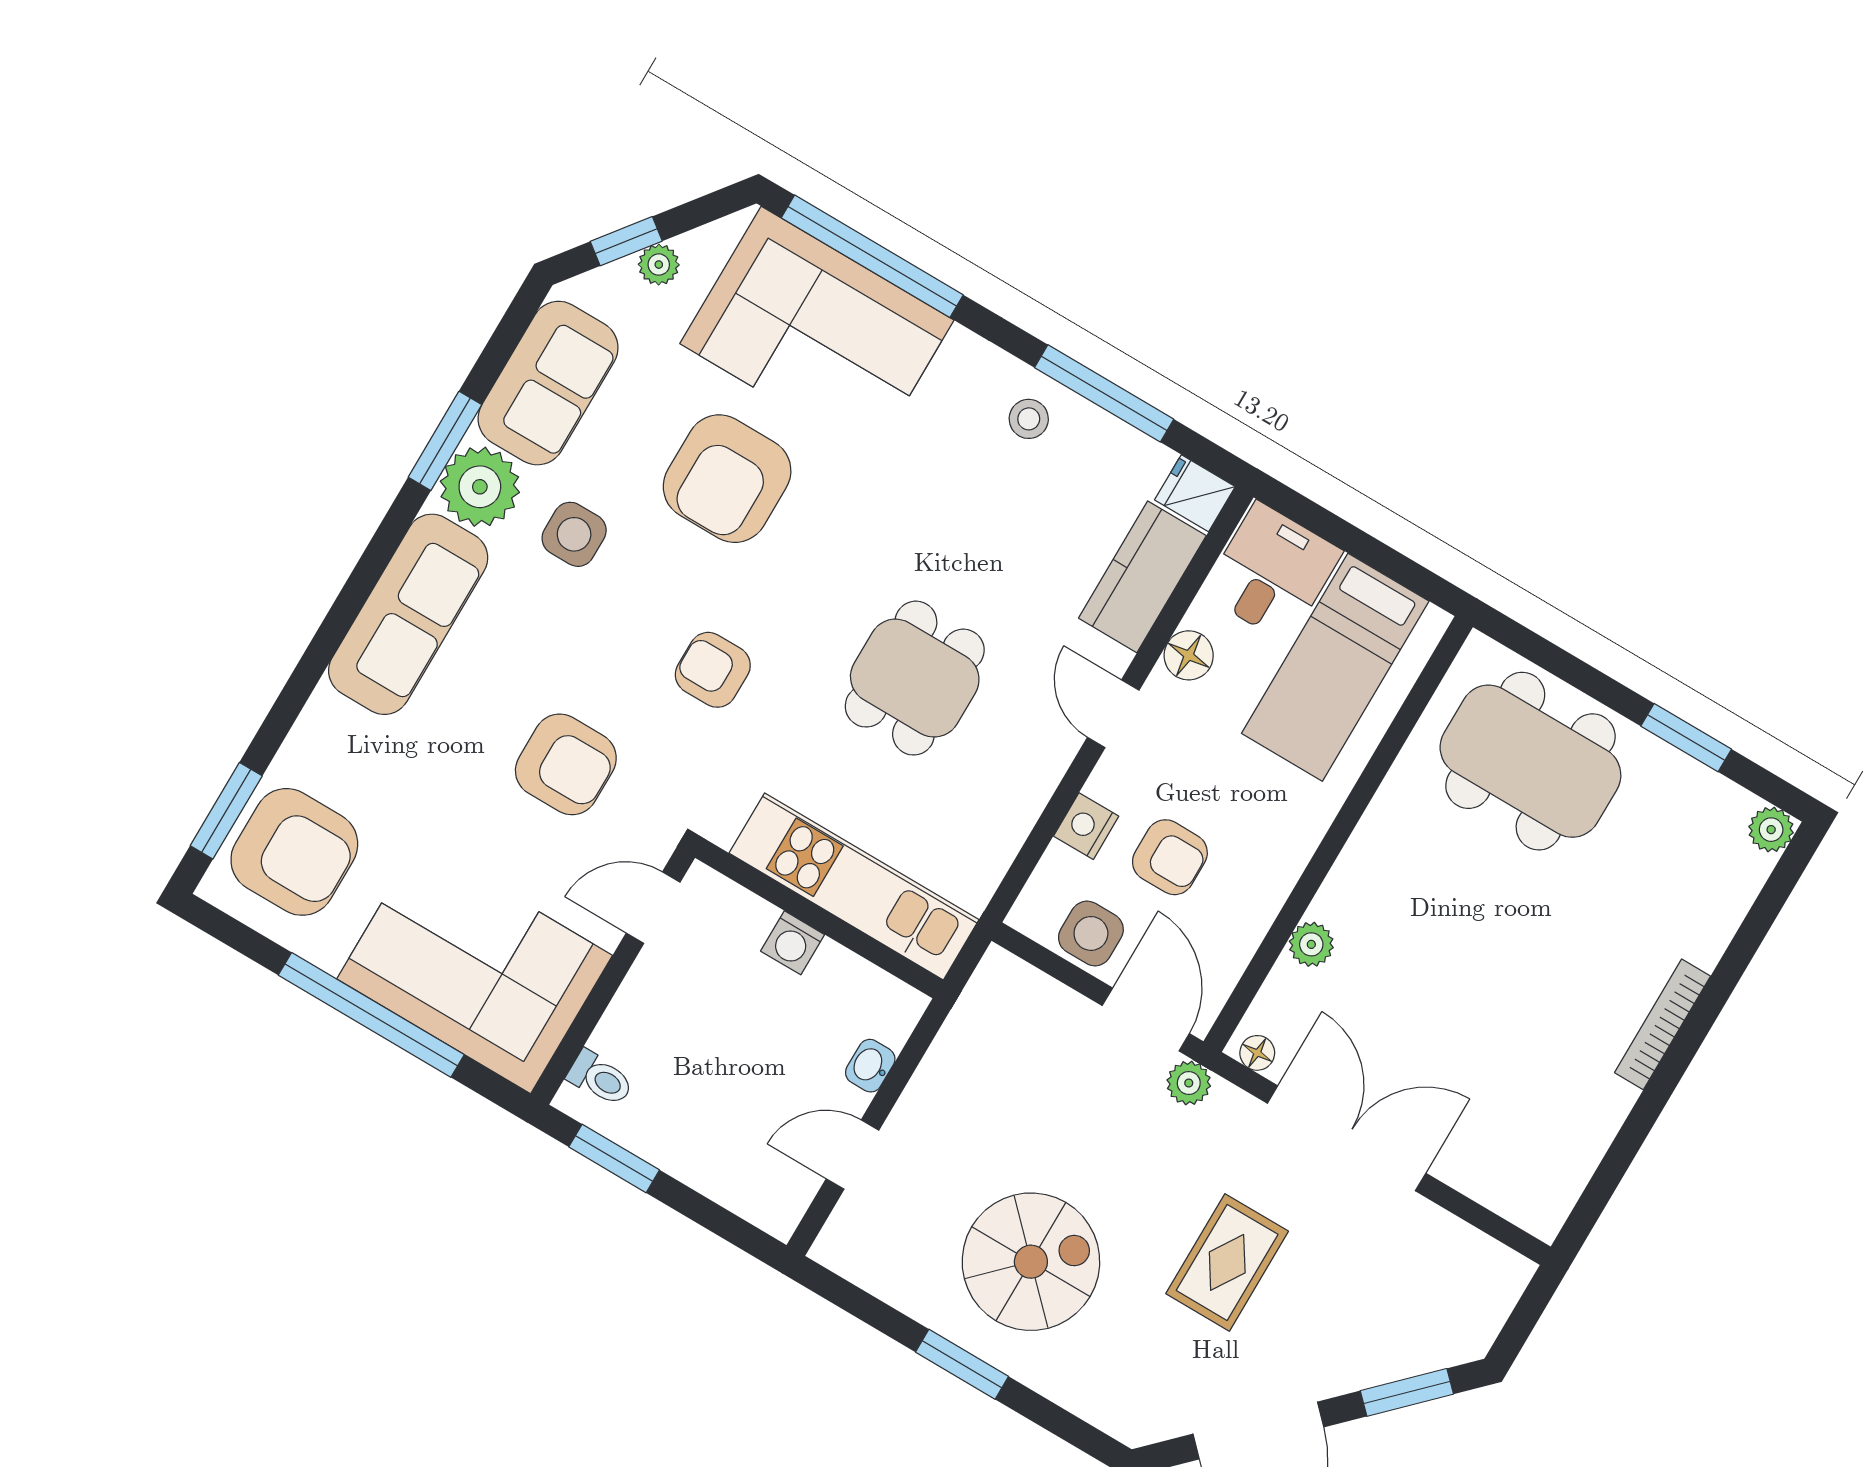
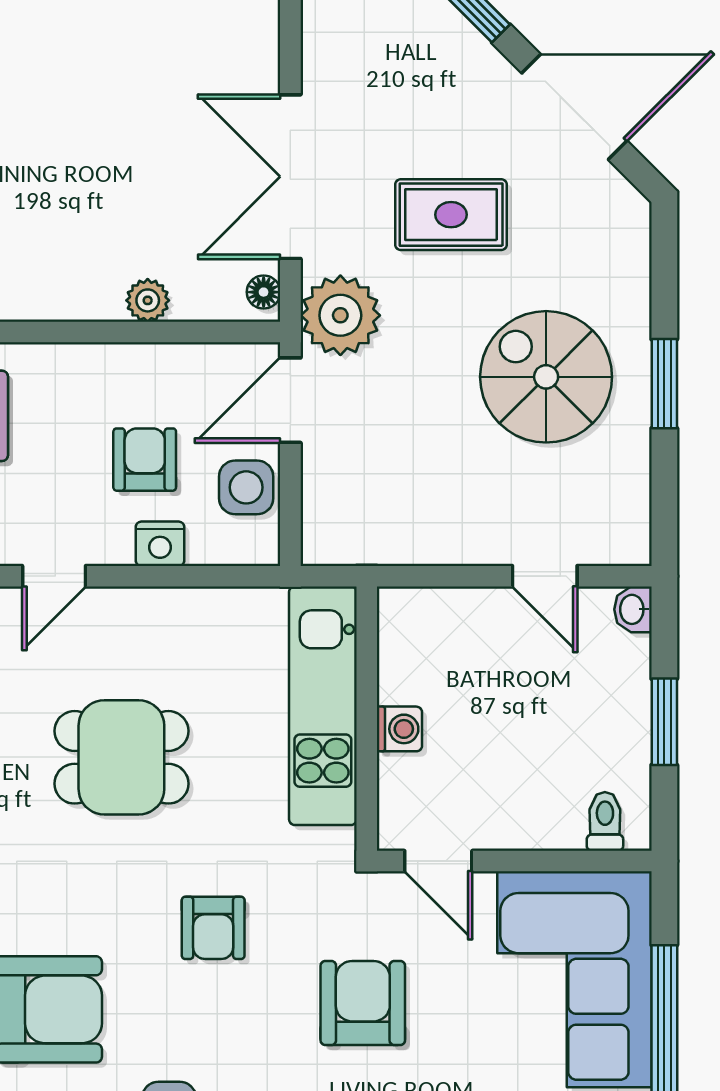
washbasin: (870, 1066) -> (633, 609), moved, turned 90
plant: (1189, 1083) -> (340, 315), width x1.88, depth x1.88
window: (614, 1158) -> (664, 722), moved

